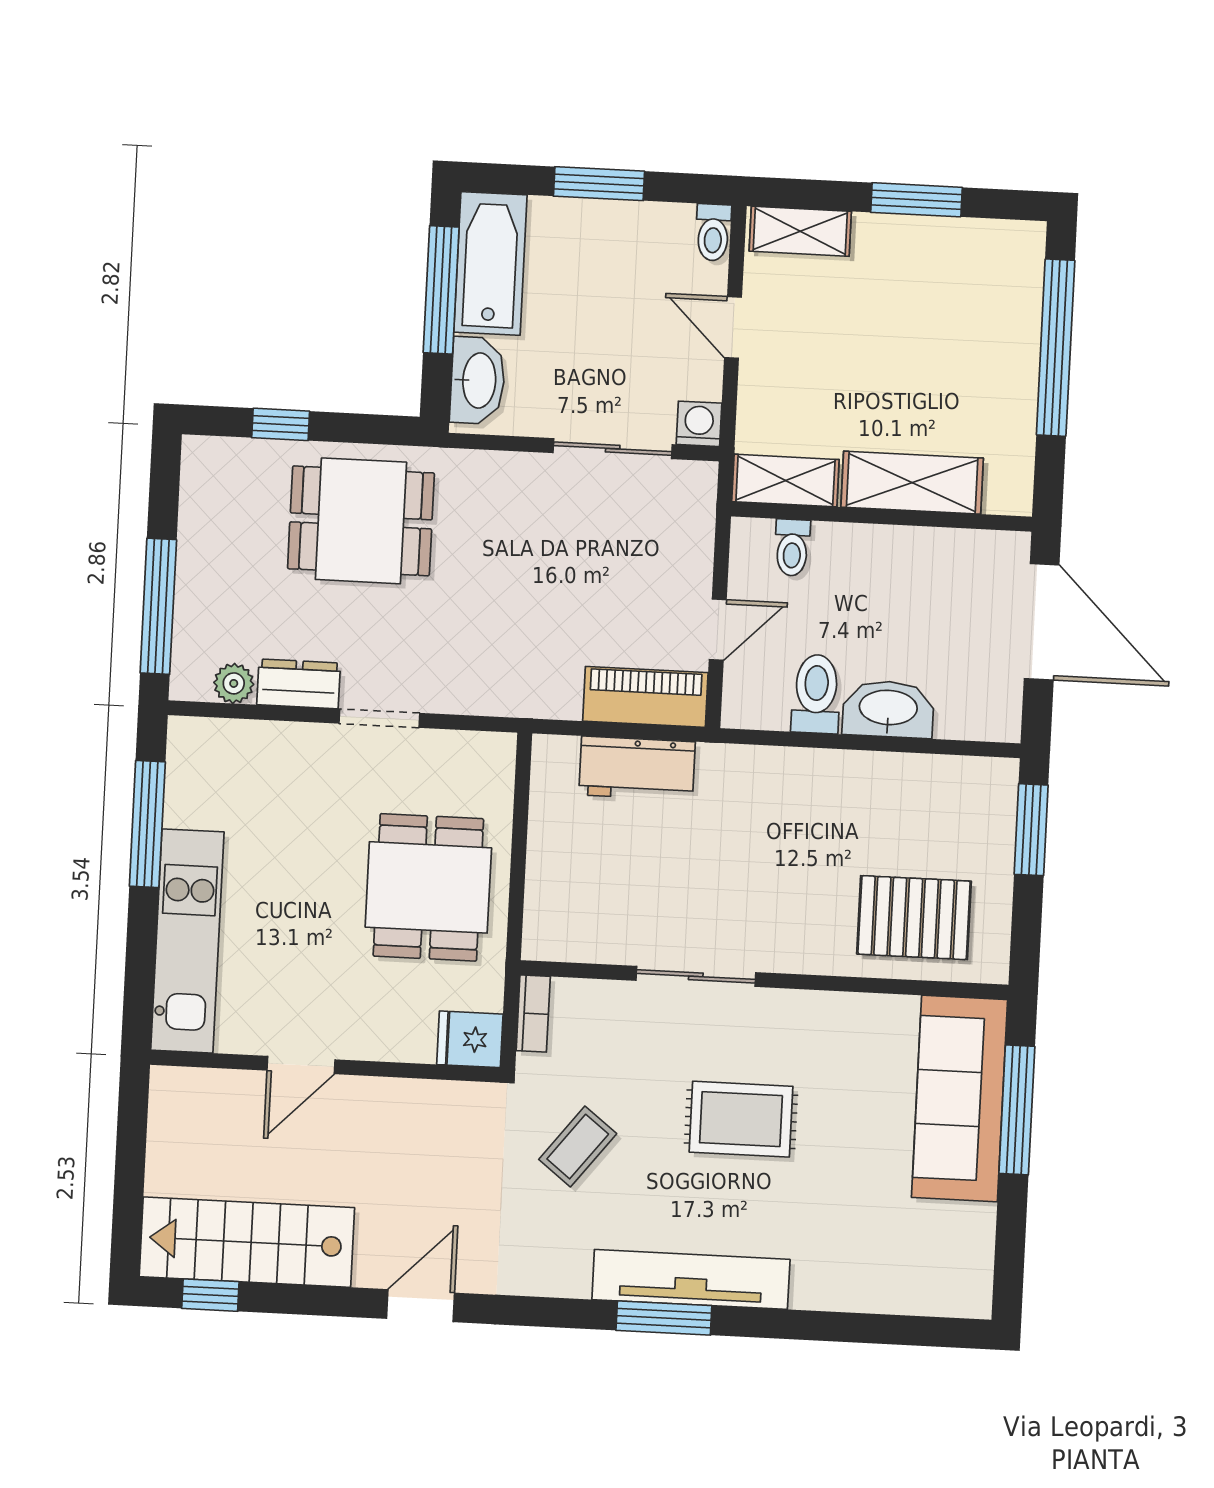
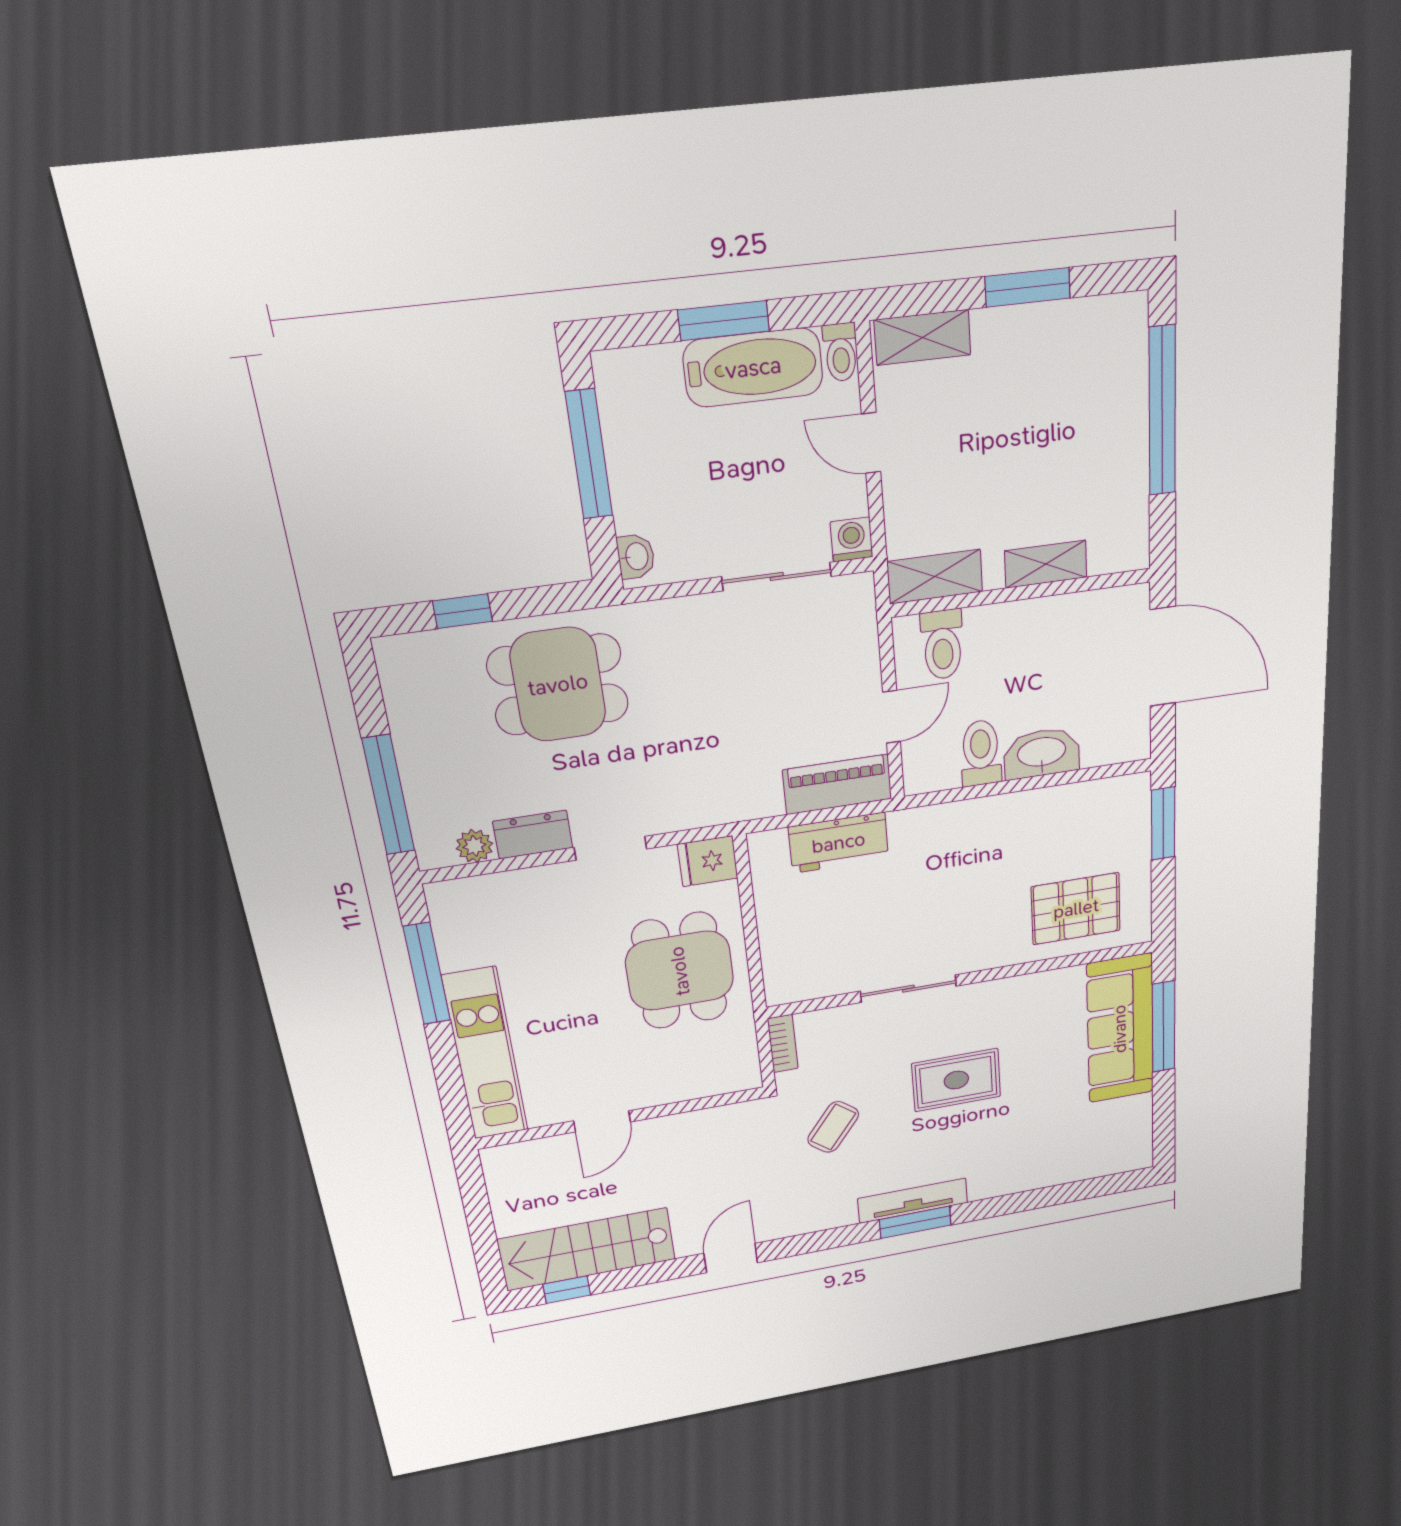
bathtub: (490, 263) -> (753, 368), moved, turned 90
washbasin: (478, 380) -> (636, 556), width x0.52, depth x0.69
shelving: (912, 483) -> (1046, 564), width x0.67, depth x0.75
toilet: (792, 548) -> (942, 645), width x1.37, depth x1.39
fridge: (470, 1039) -> (708, 861), moved
tv unit: (691, 1279) -> (913, 1201), width x0.73, depth x0.78

